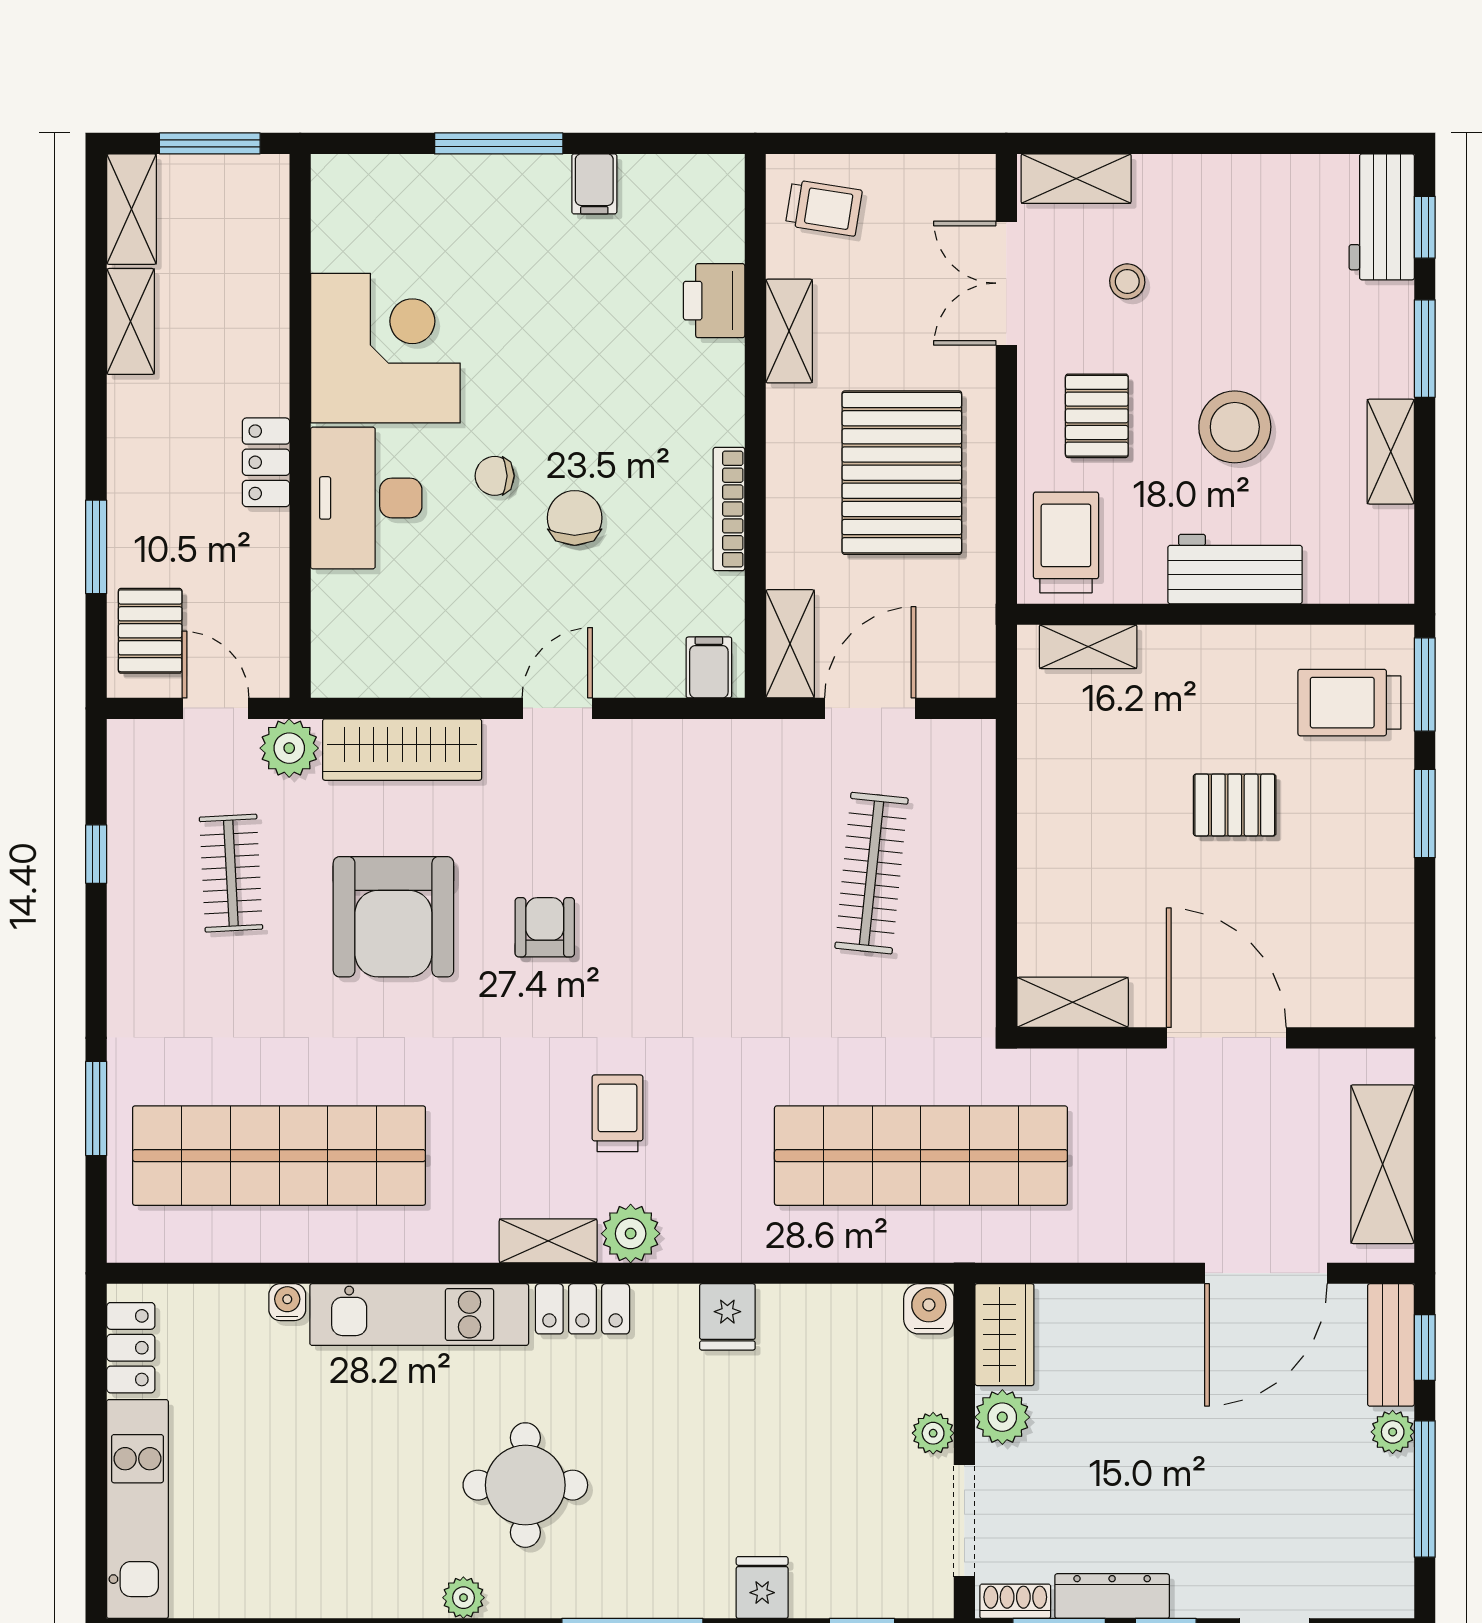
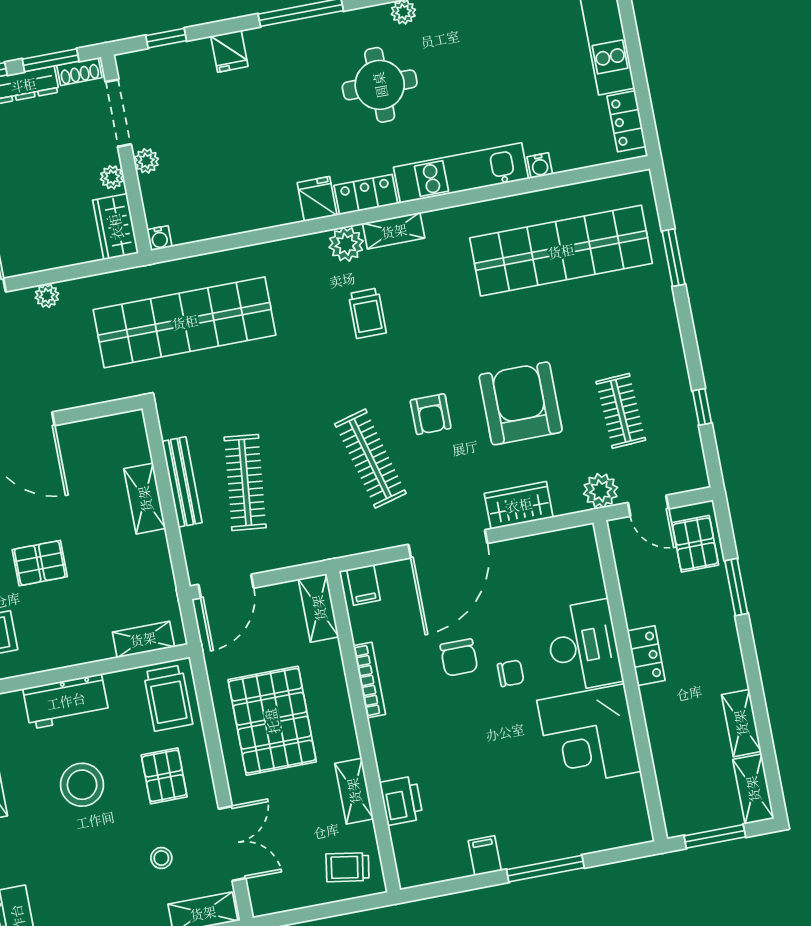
door: (557, 708) -> (448, 544), width x1.87
door: (870, 708) -> (226, 586), moved
wardrobe: (402, 750) -> (519, 505), width x0.67
clothes rail: (658, 873) -> (370, 459), added
bench: (975, 894) -> (182, 482), added
shelving: (1073, 1002) -> (145, 499), moved, turned 90
plant: (1139, 1243) -> (47, 296), added
water cooler: (929, 1309) -> (159, 238), width x0.72, depth x0.72
fridge: (727, 1317) -> (317, 199), moved
plant: (1002, 1417) -> (112, 177), width x0.73, depth x0.73

